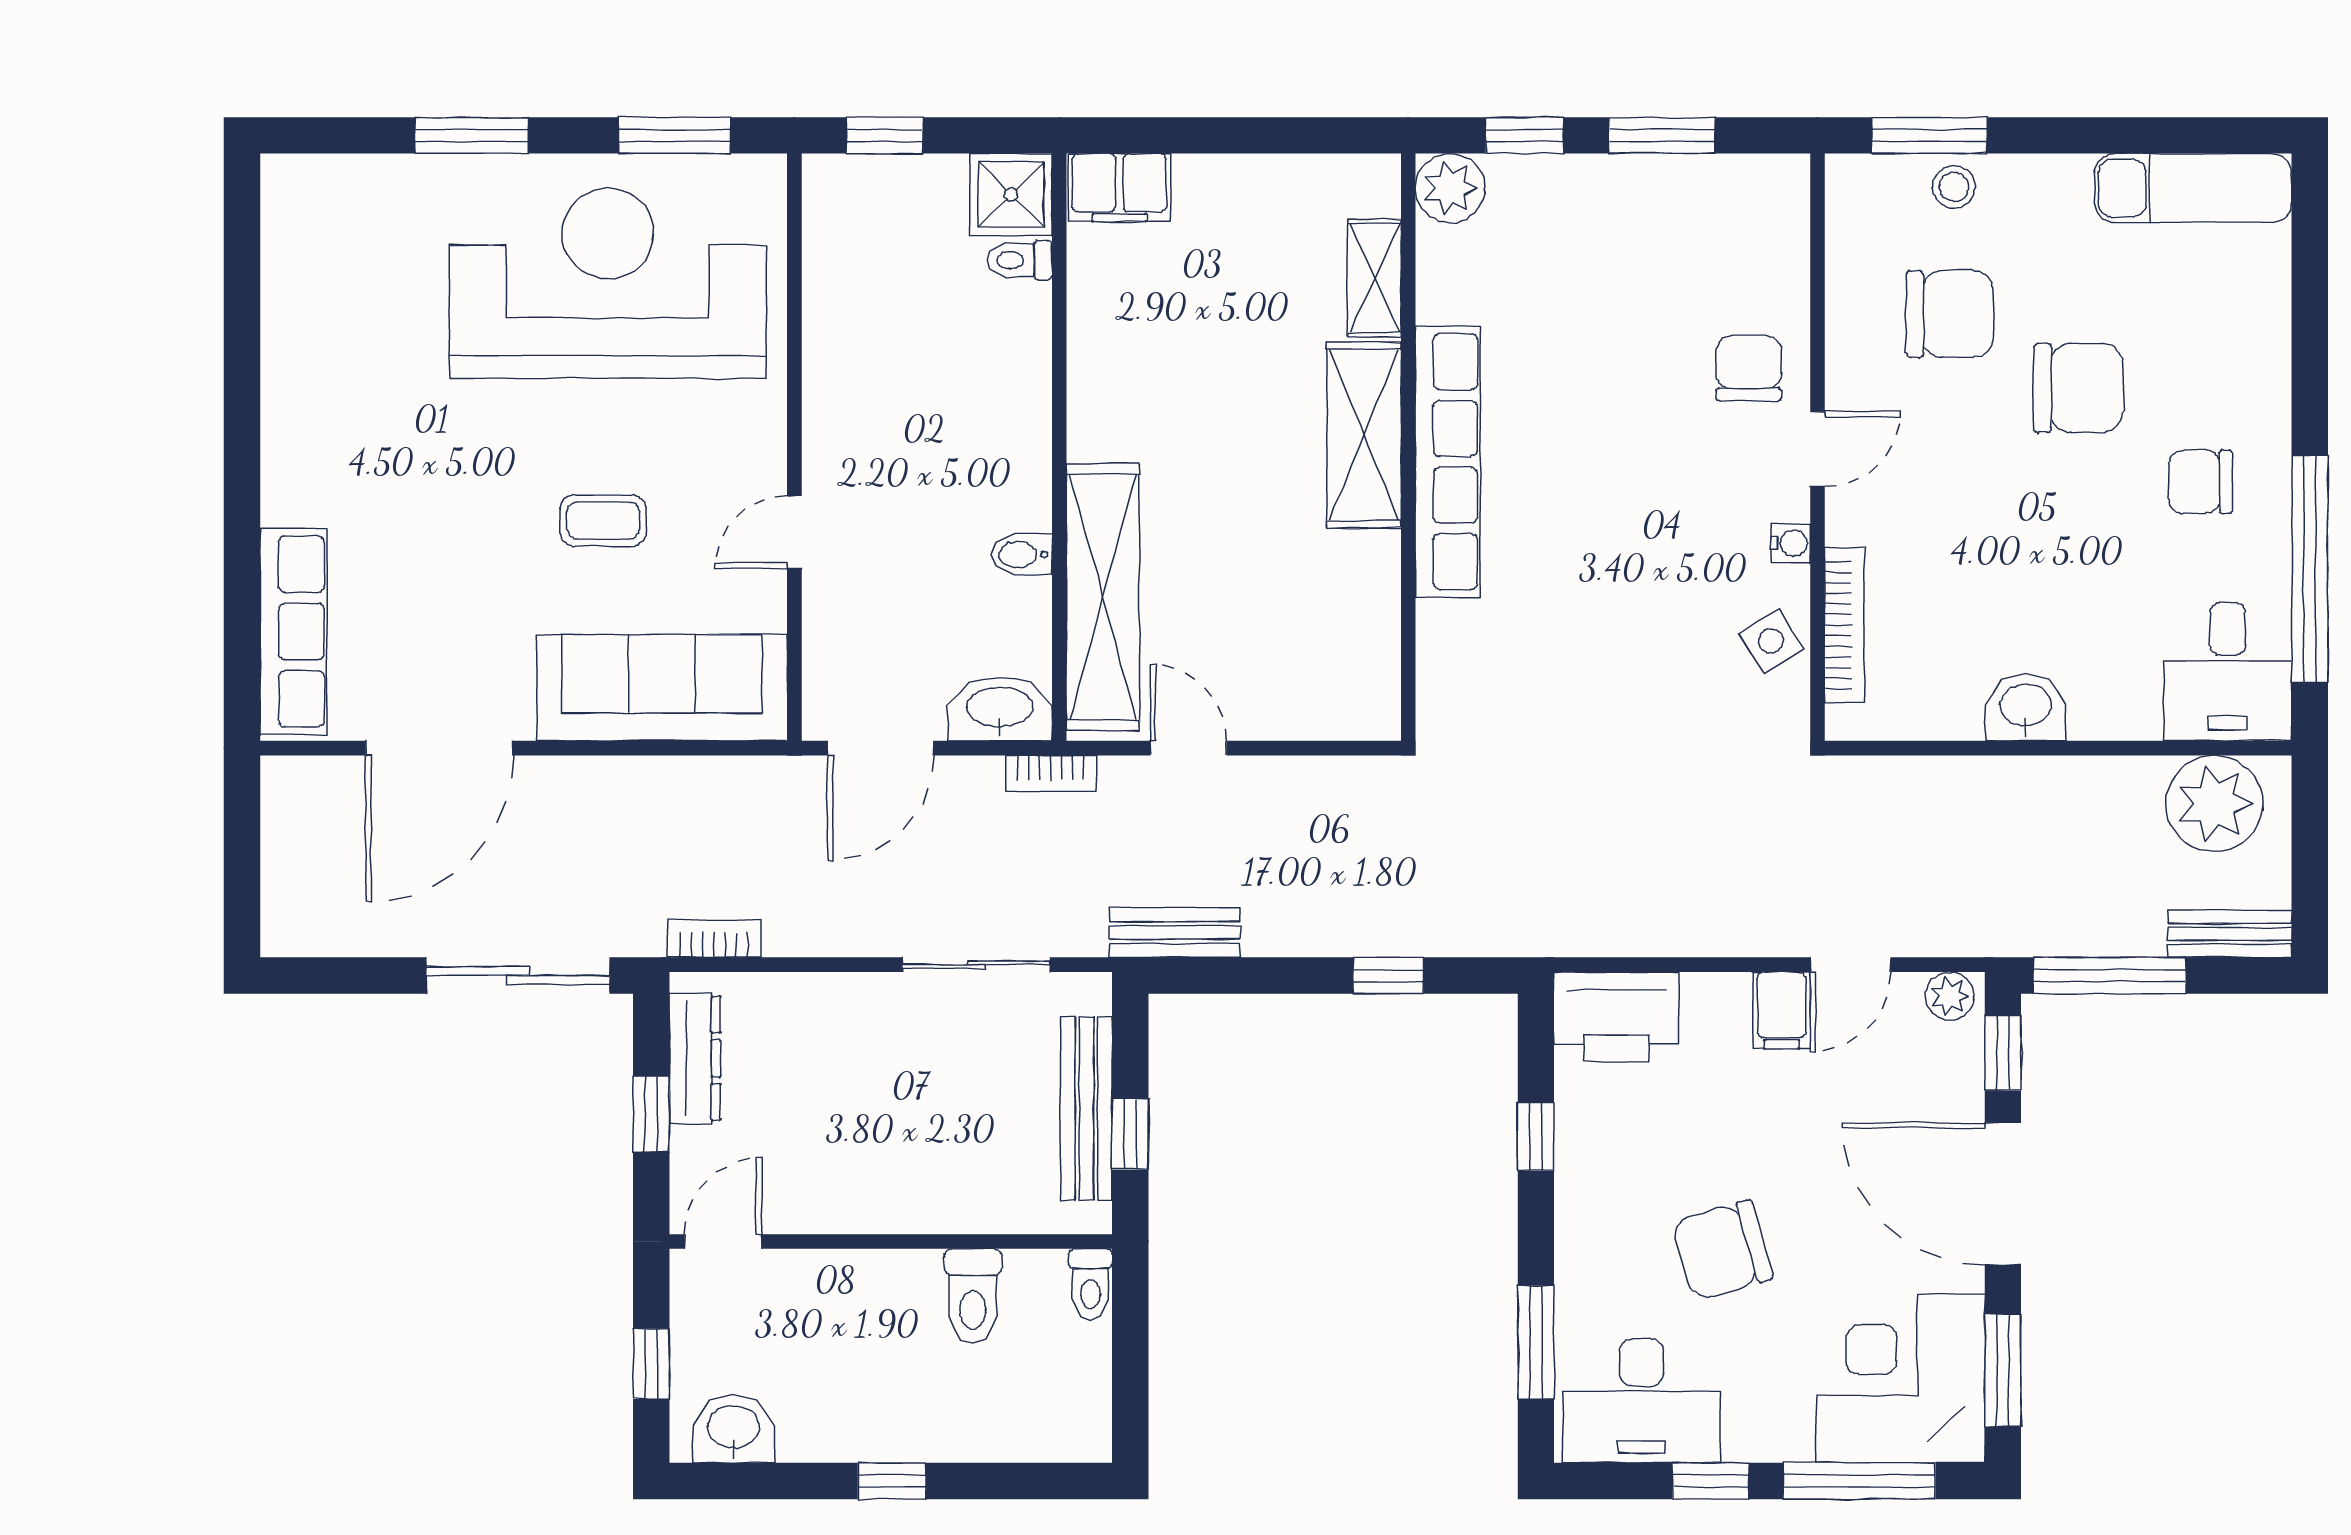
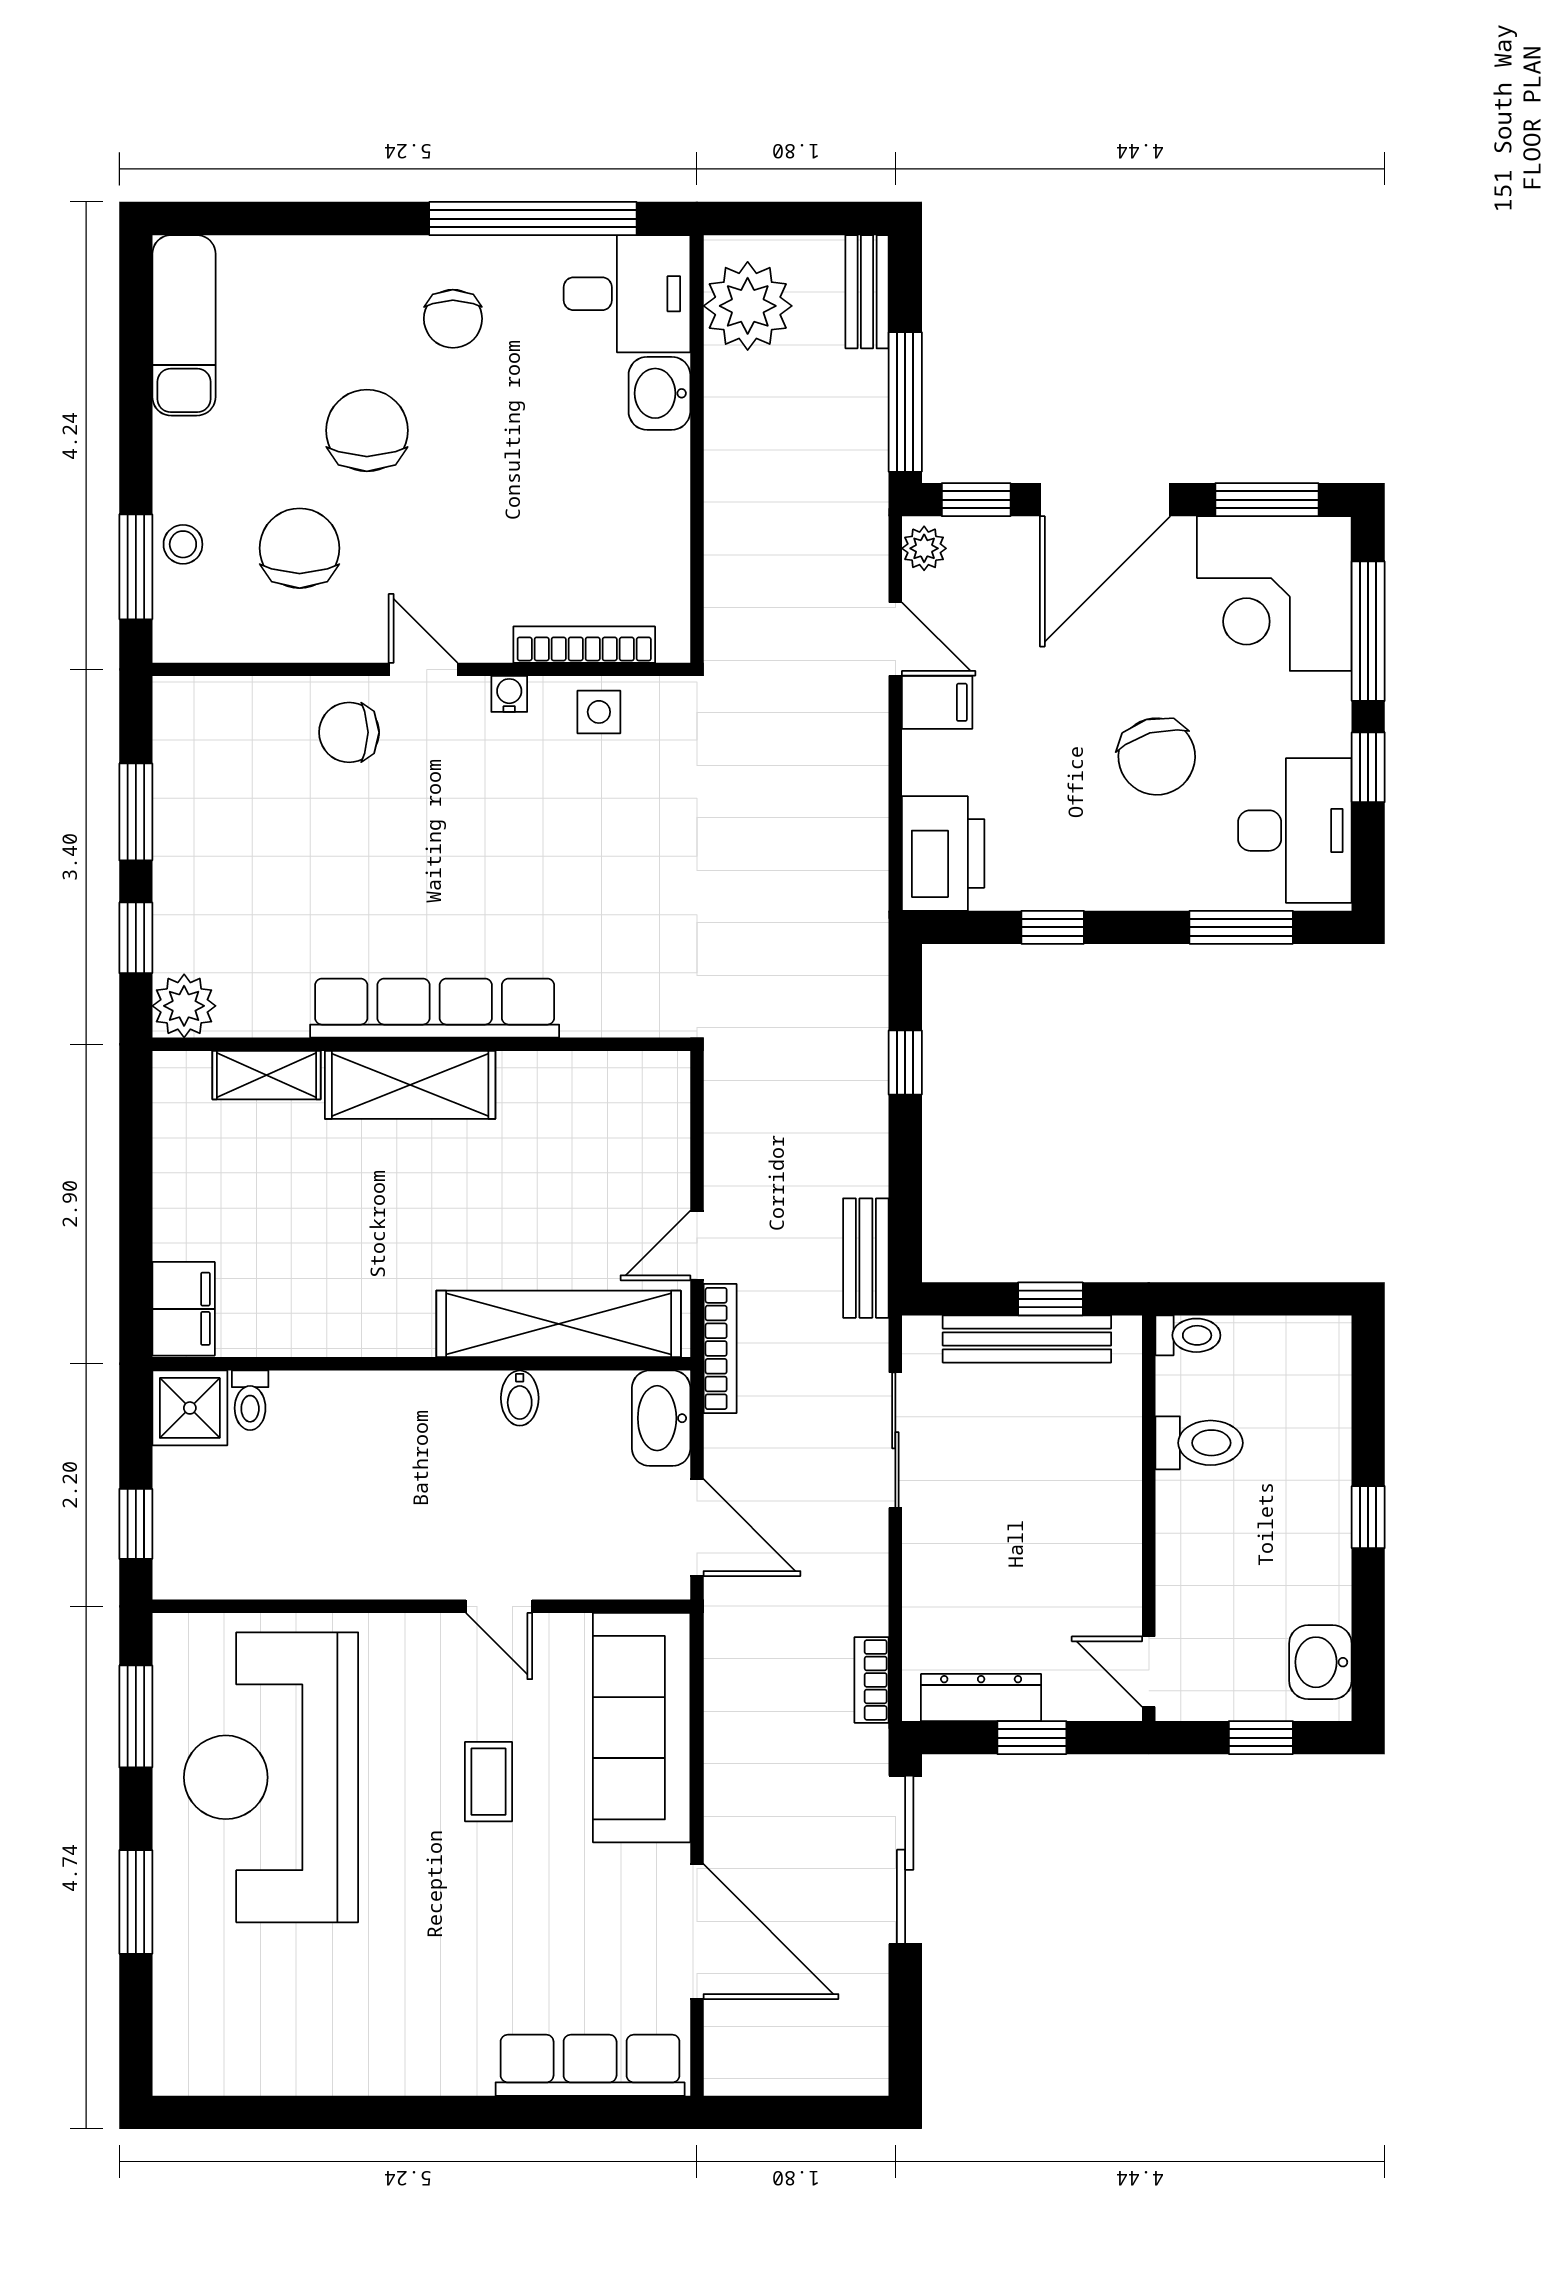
side table: (1771, 641) -> (599, 712), turned 32
washbasin: (2026, 707) -> (659, 393), moved
bookcase: (1051, 773) -> (720, 1349), width x1.56

